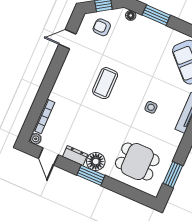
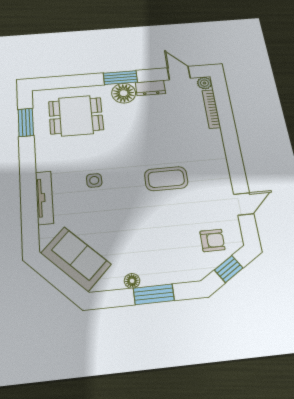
floor lamp: (131, 15) -> (132, 281), moved
coffee table: (105, 83) -> (166, 179), turned 90

